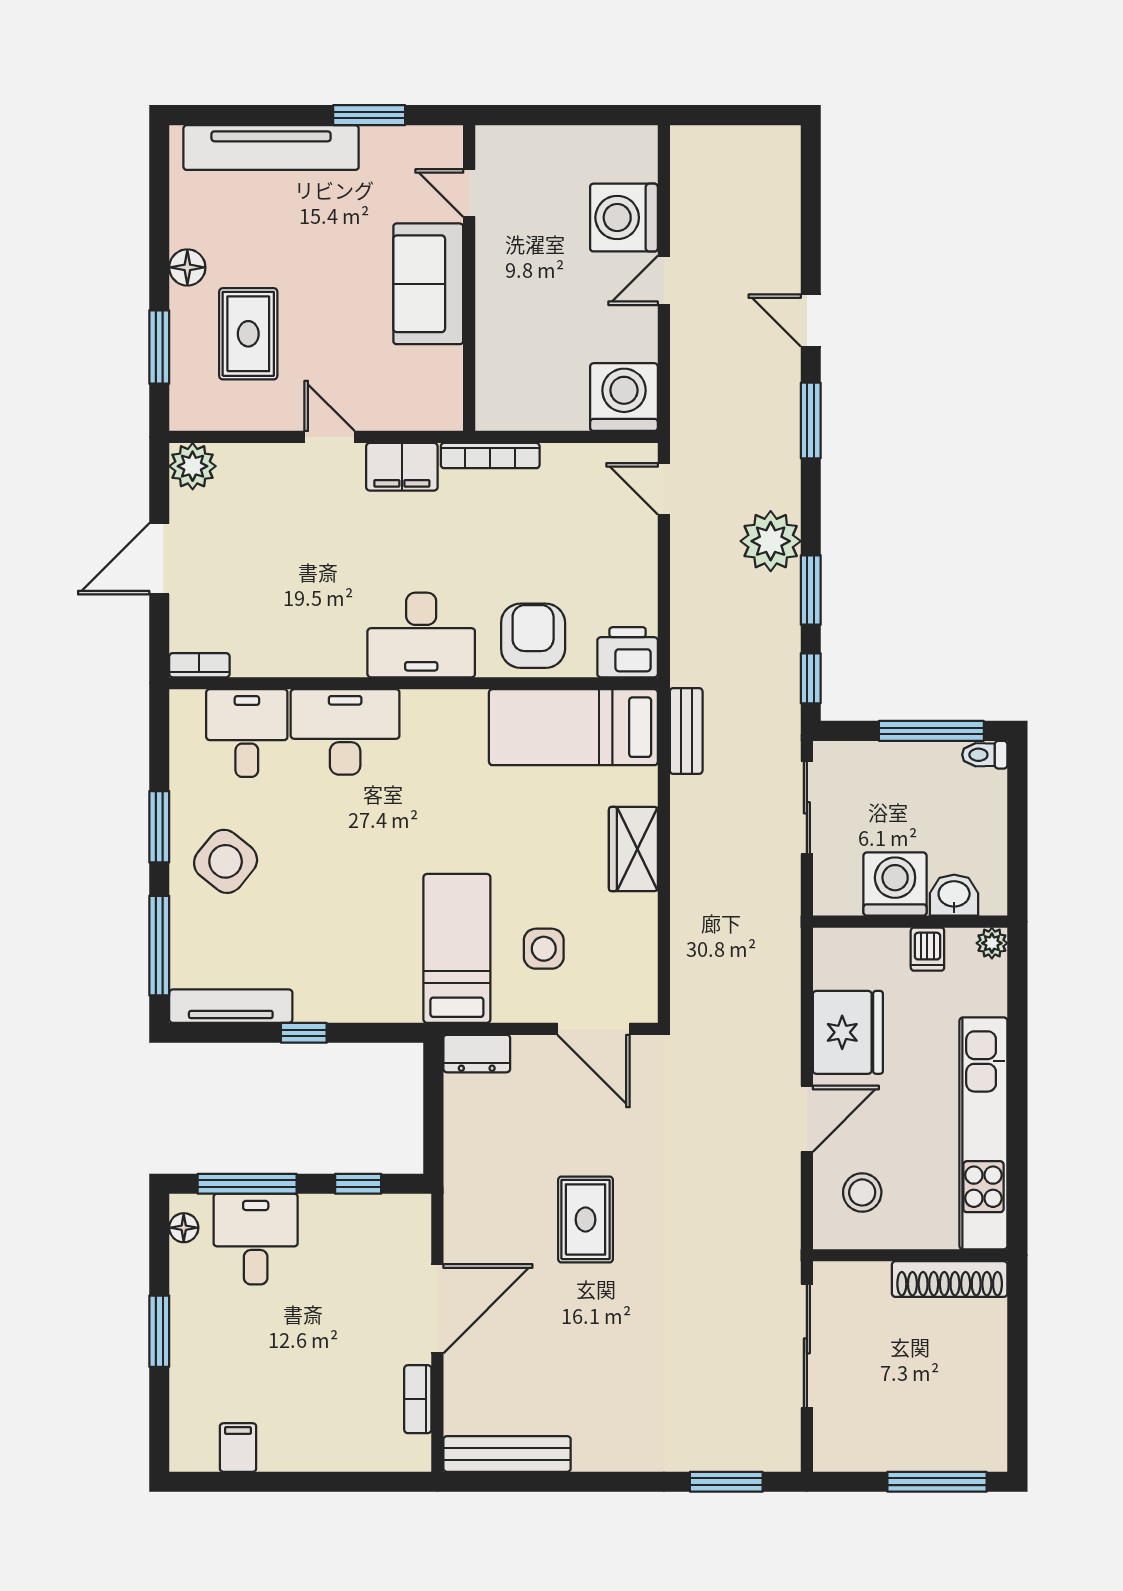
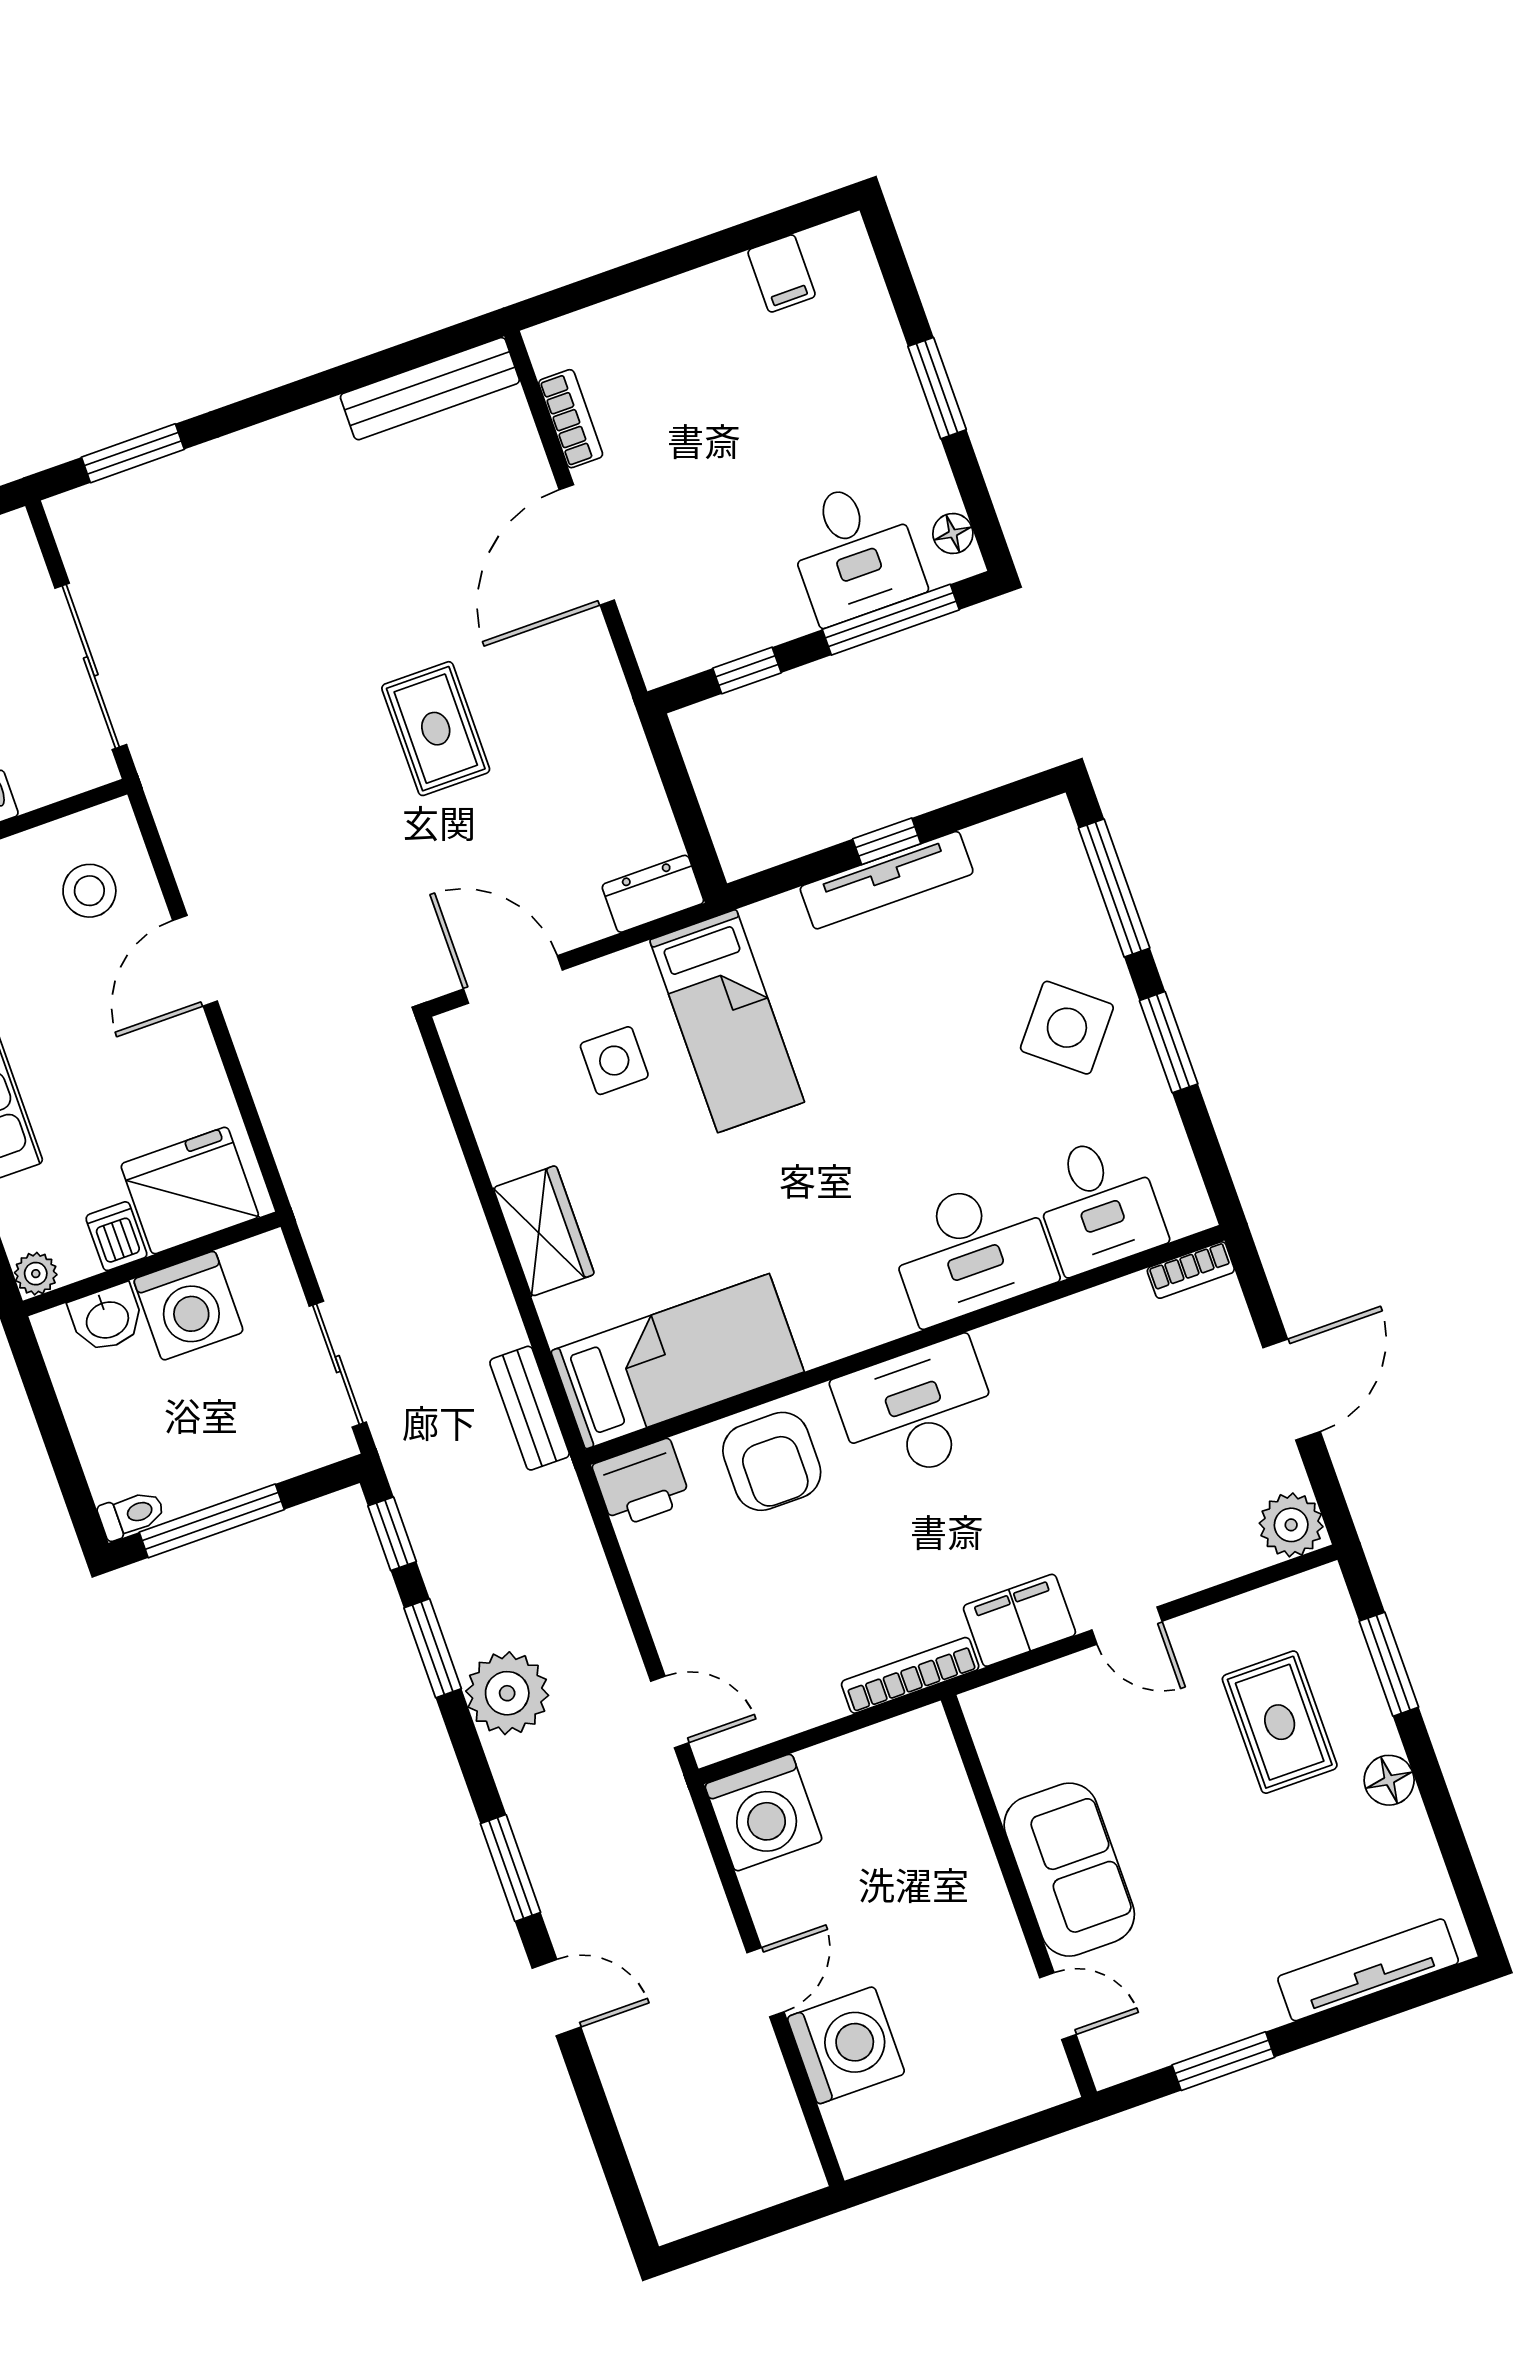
tv unit: (271, 148) -> (1368, 1970), width x0.73, depth x0.78
tv unit: (231, 1006) -> (887, 880), moved
fridge: (848, 1032) -> (190, 1191), moved, turned 90

